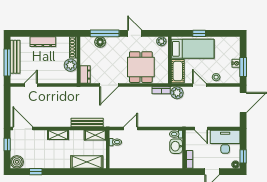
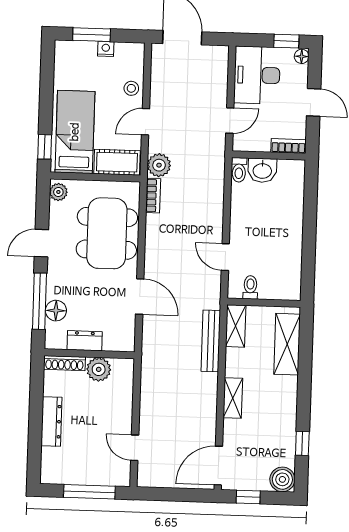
window: (199, 33) -> (45, 147), moved
bench: (15, 57) -> (79, 476), removed
dining table: (141, 67) -> (107, 233), width x1.38
window: (243, 67) -> (92, 35), moved
dresser: (85, 75) -> (85, 341), moved

